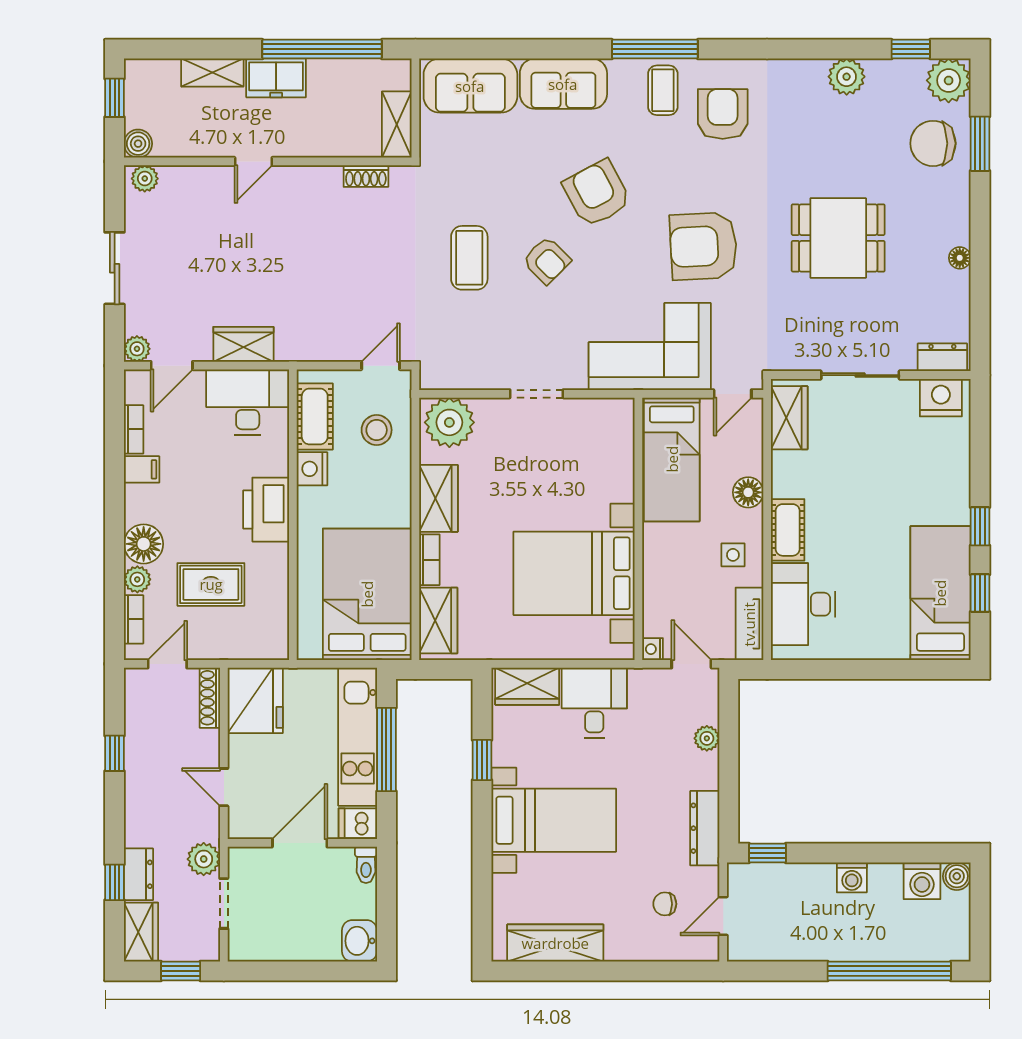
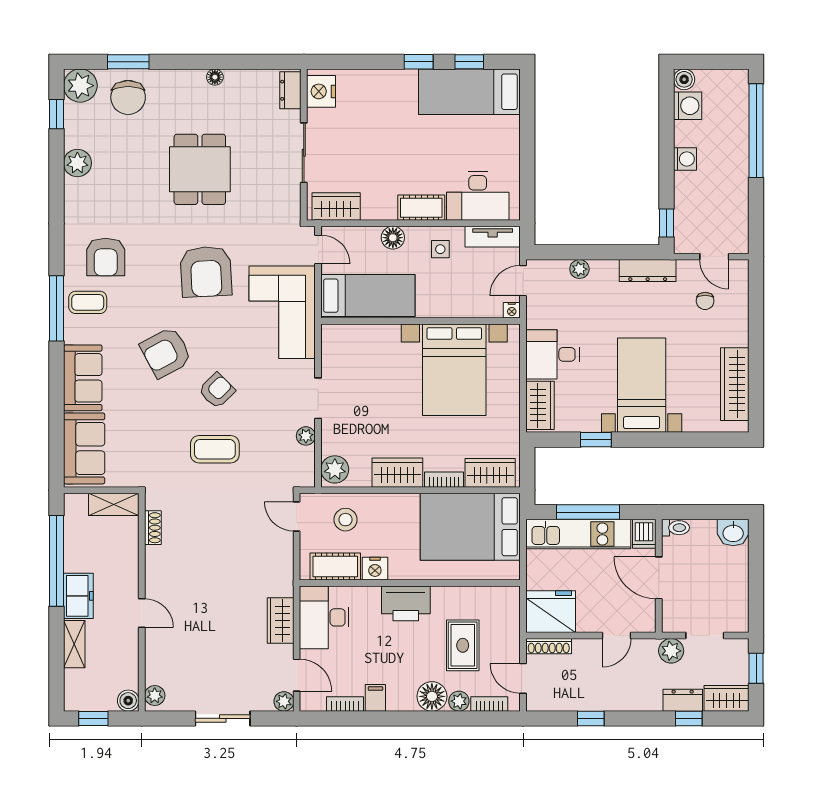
armchair: (723, 114) -> (106, 257), turned -90
plant: (487, 378) -> (306, 436), added
plant: (449, 422) -> (335, 469), width x0.73, depth x0.73

